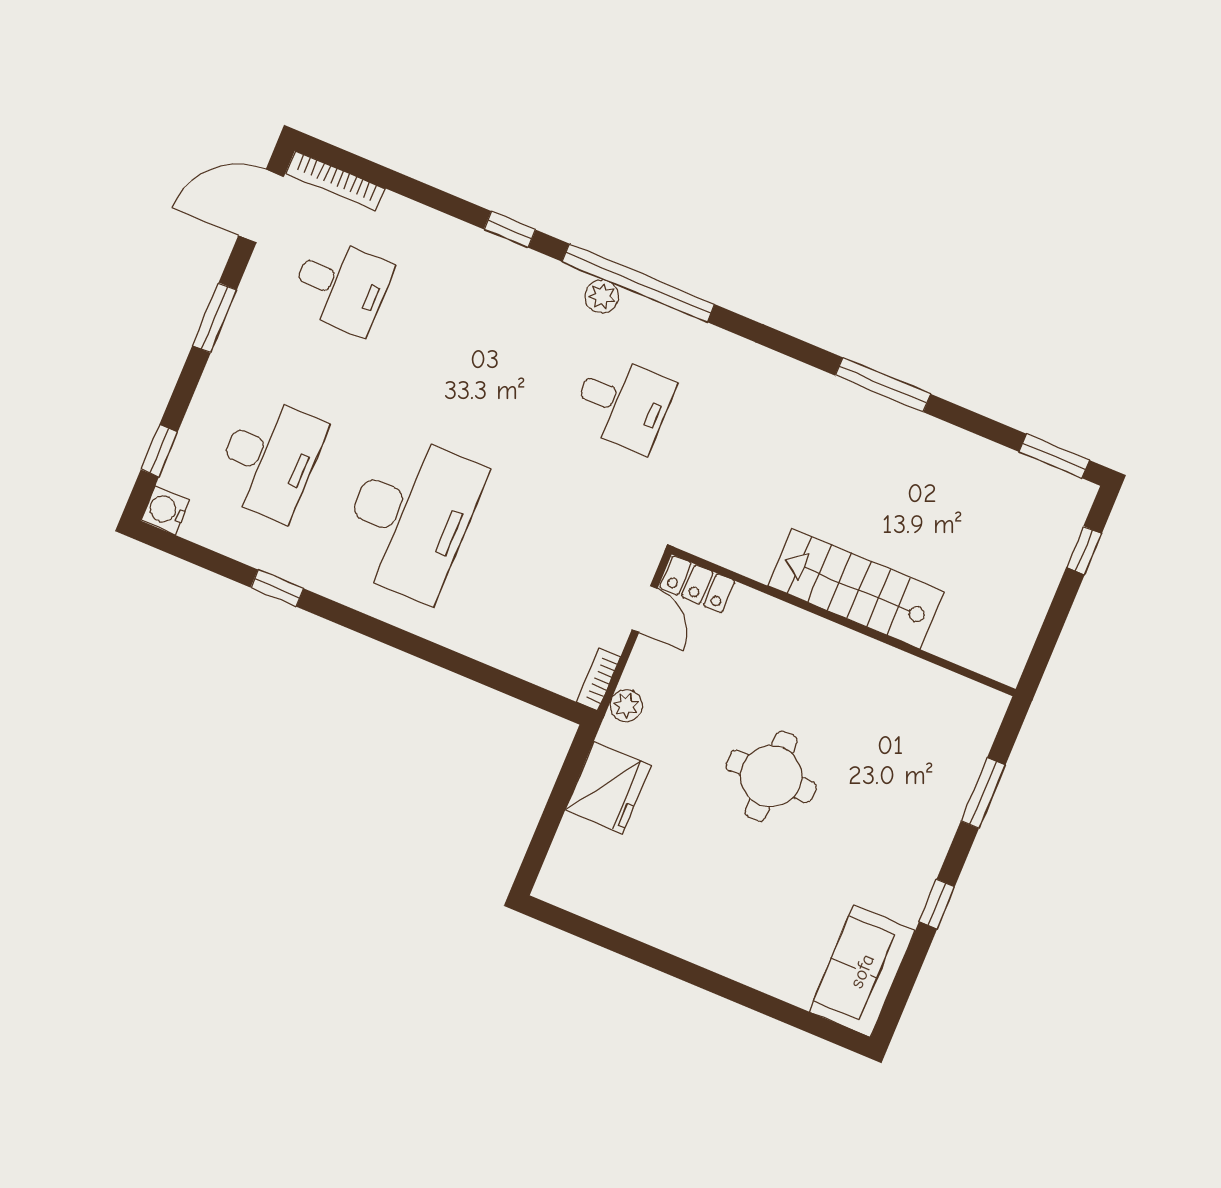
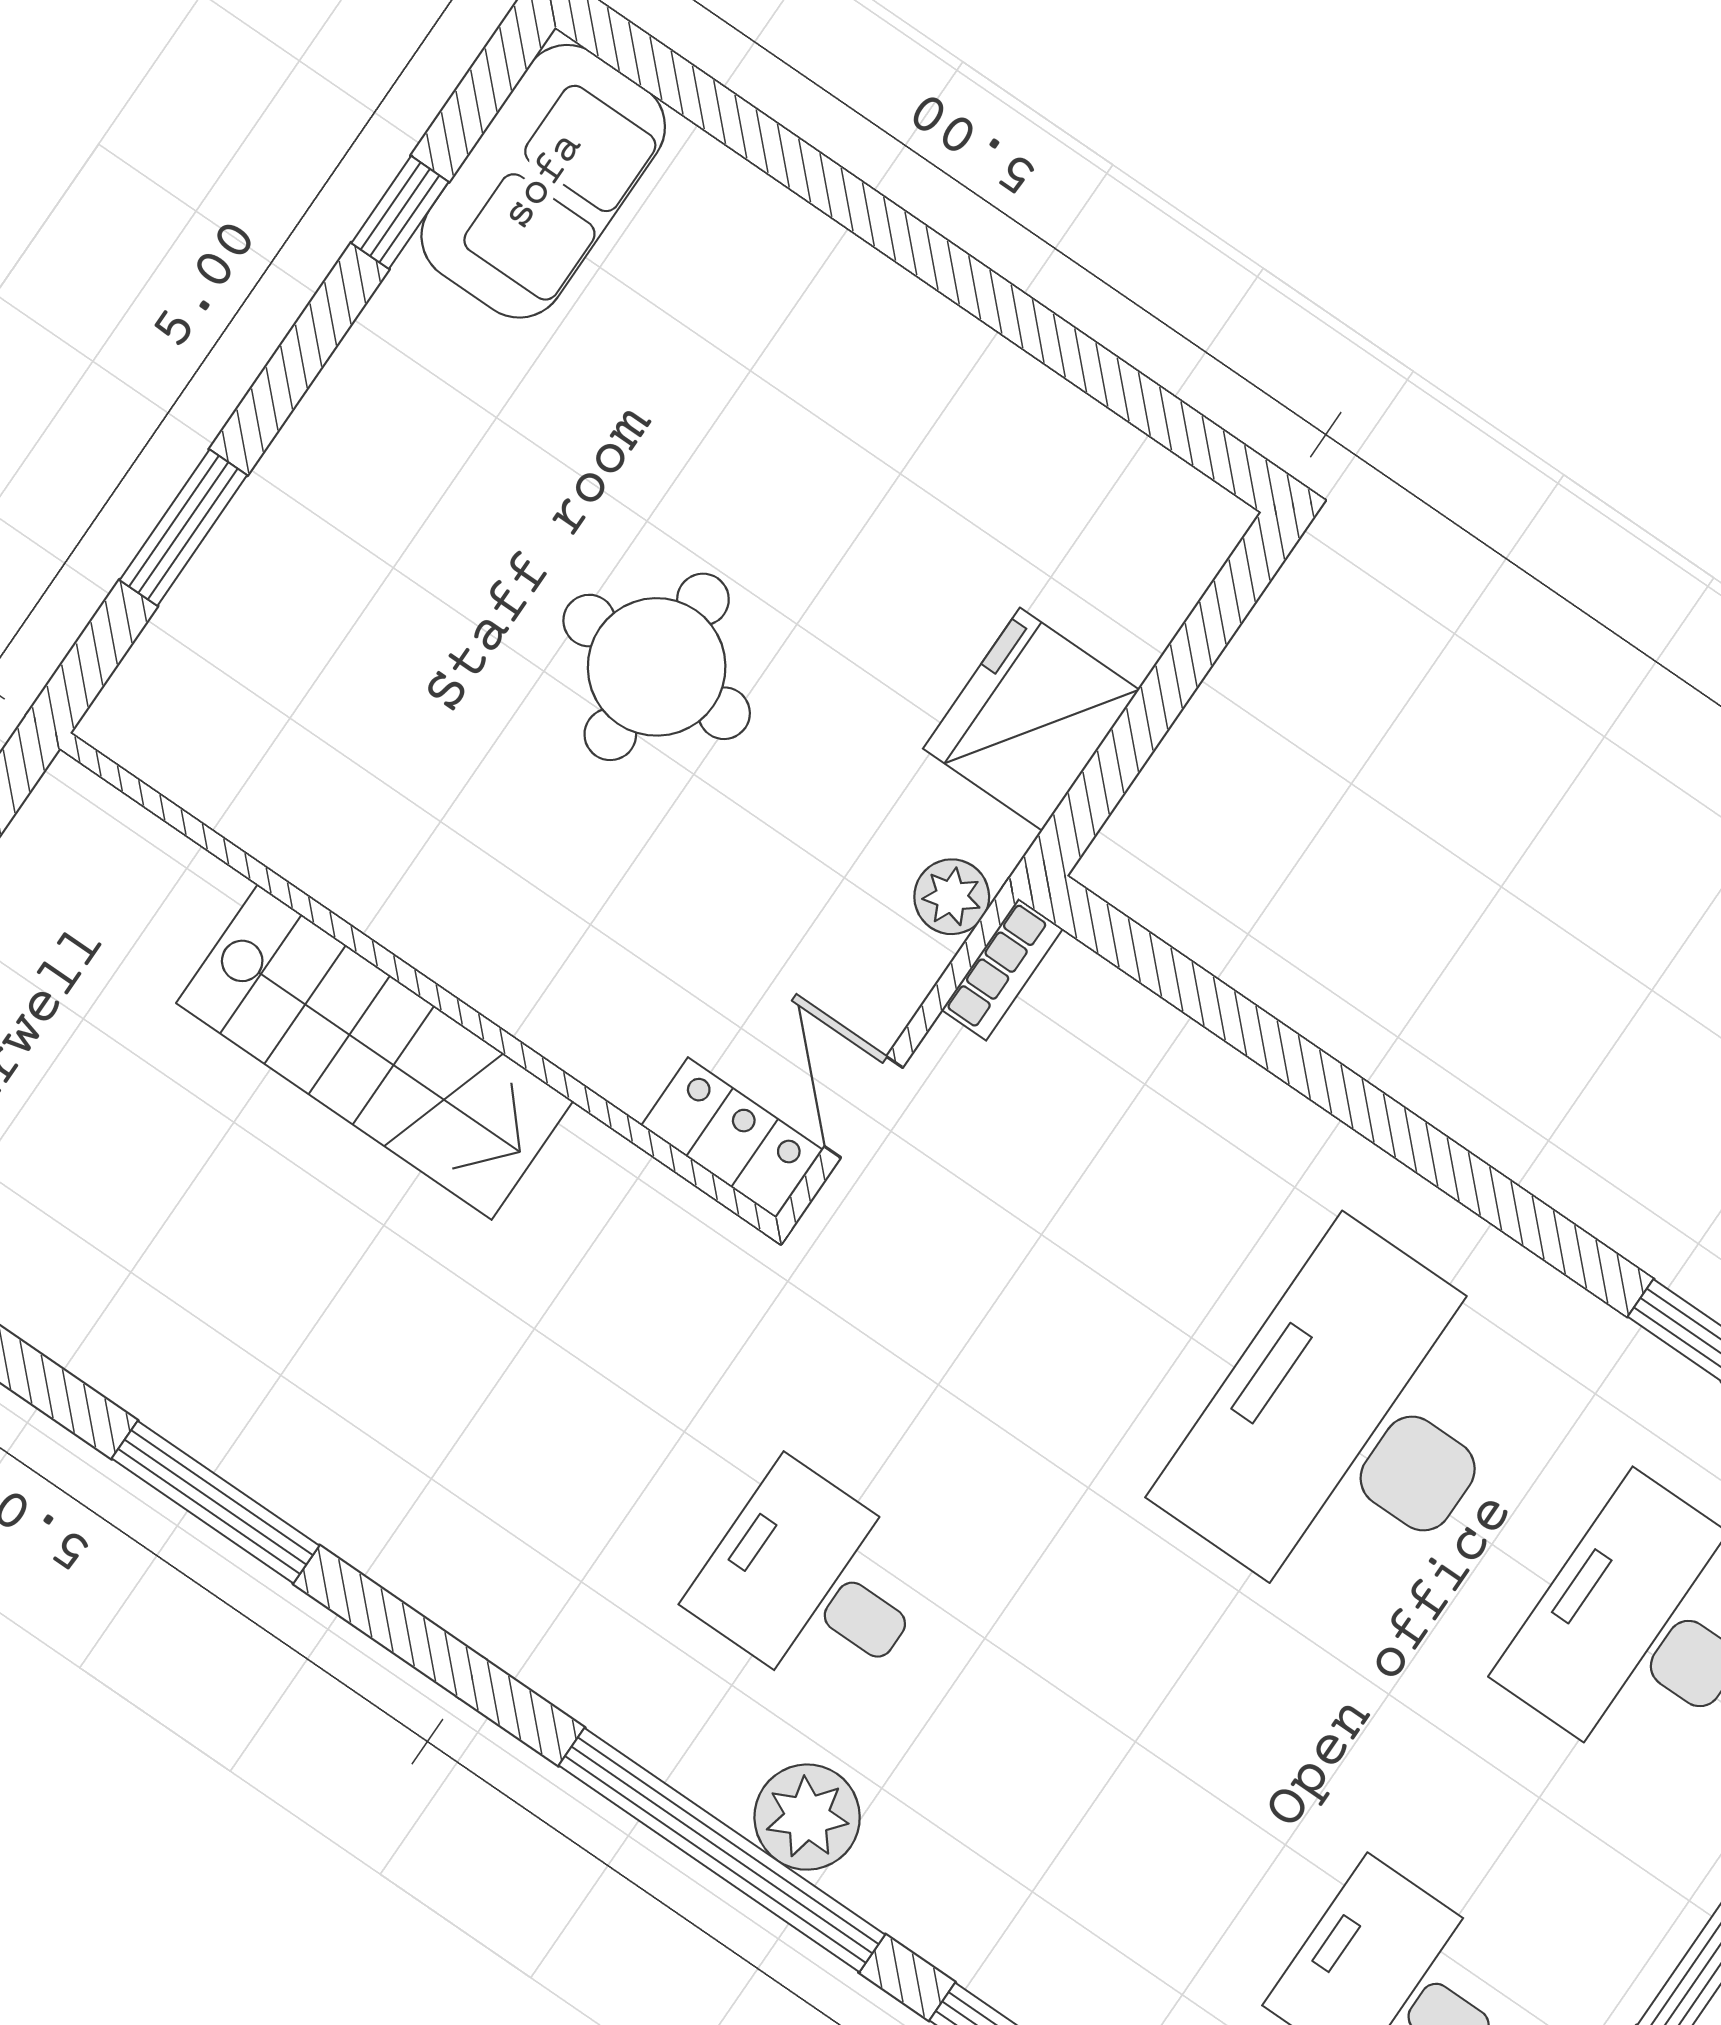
plant: (602, 296) -> (807, 1817), width x1.38, depth x1.38
window: (937, 904) -> (400, 212), moved

